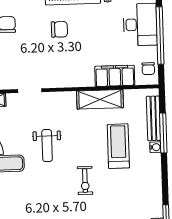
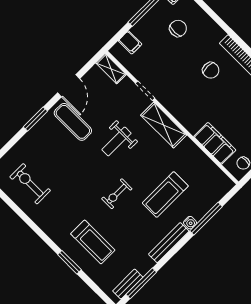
shelving: (100, 99) -> (164, 125), moved
bench: (153, 118) -> (169, 243), moved
treadmill: (118, 146) -> (165, 195), turned 180

